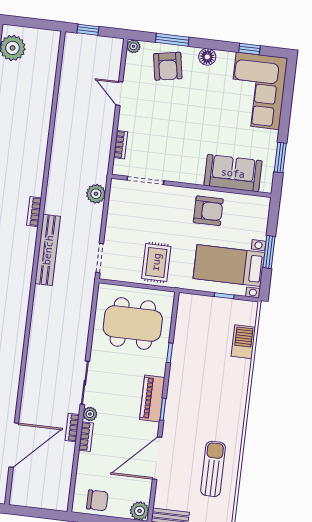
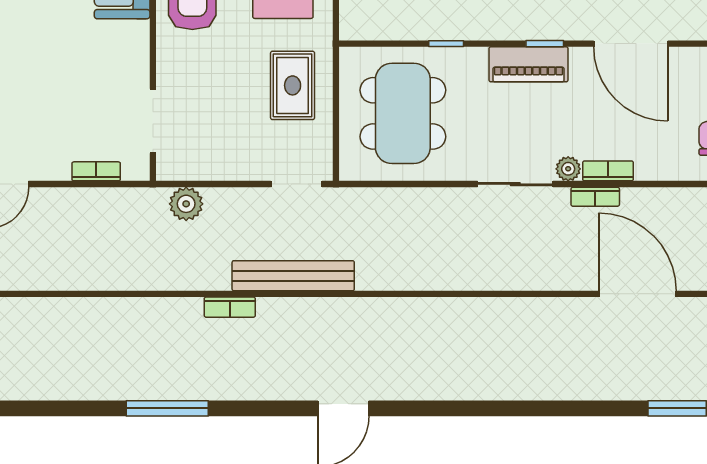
rug: (156, 262) -> (293, 85), turned 90

